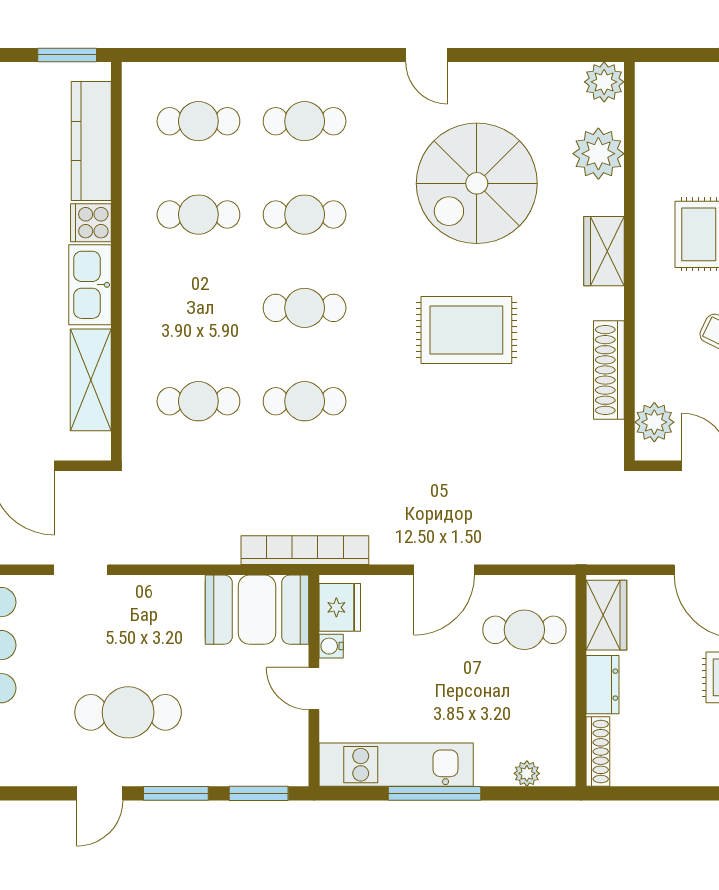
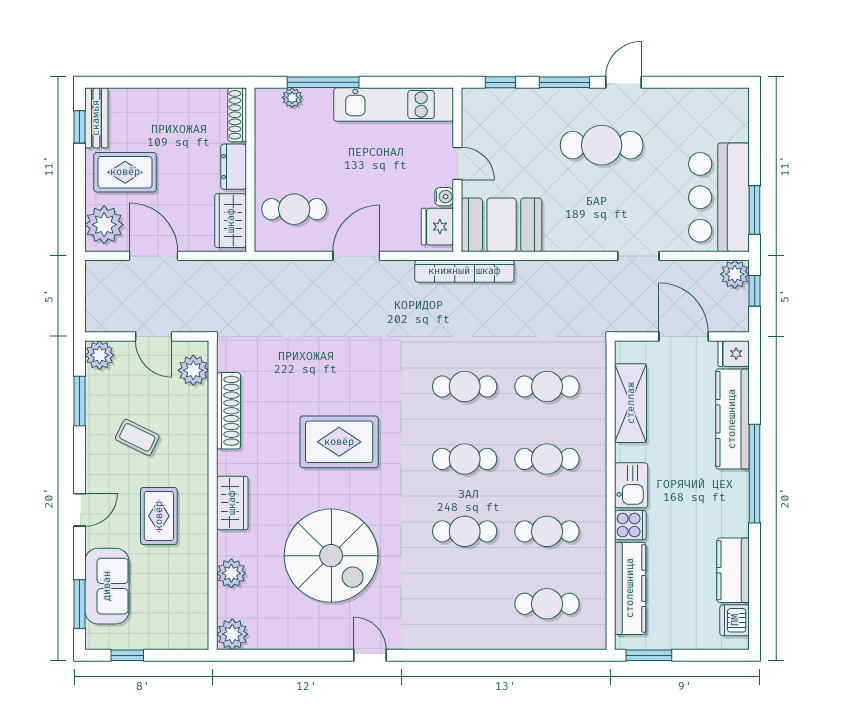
cafe table: (305, 121) -> (547, 459), moved
plant: (598, 154) -> (231, 573), width x0.73, depth x0.73
spiral stairs: (477, 183) -> (331, 556), turned 90
kitchen sink: (90, 285) -> (631, 485), width x0.73
window: (259, 793) -> (500, 82), width x0.67
window: (434, 793) -> (323, 82), moved

